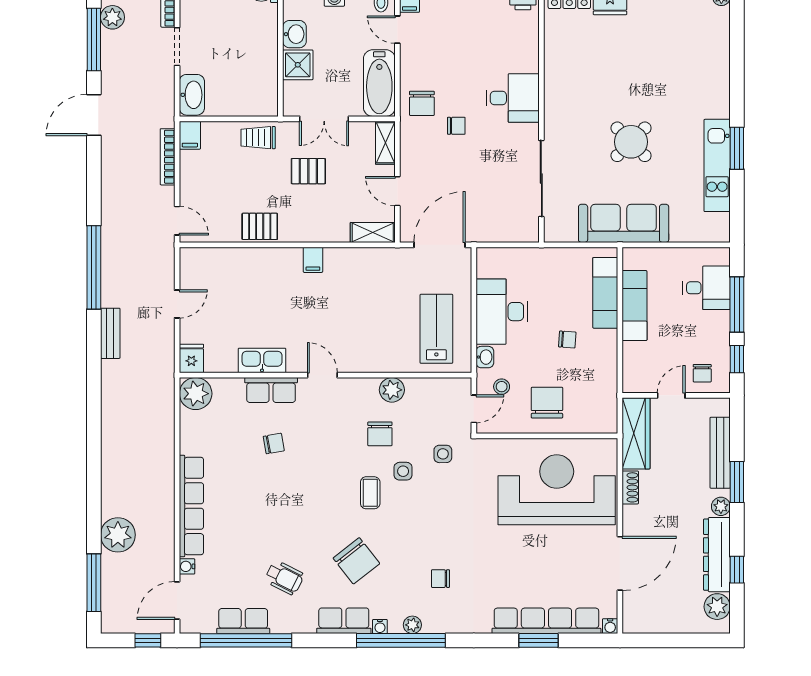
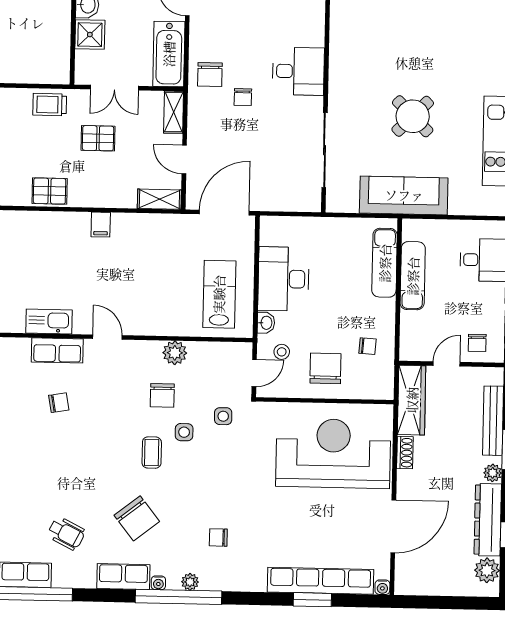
chair: (456, 126) -> (243, 97), turned 90
chair: (567, 339) -> (367, 346), moved

